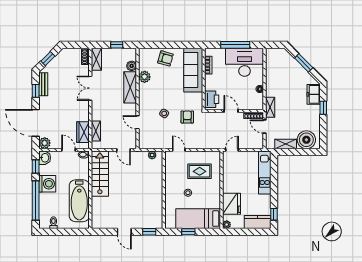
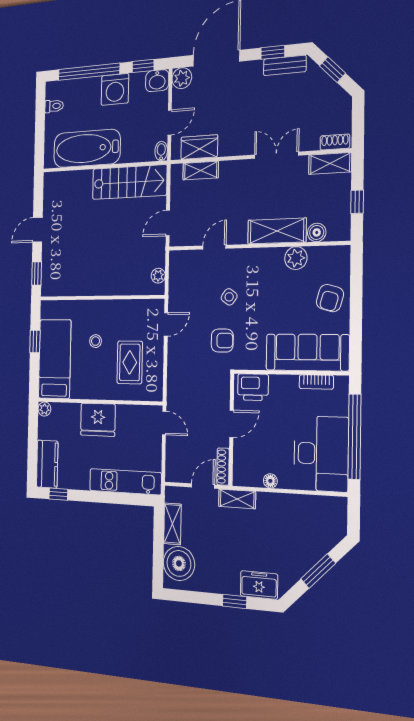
window: (235, 45) -> (354, 437), width x1.46
fridge: (231, 204) -> (98, 420), moved

